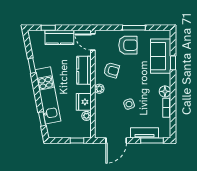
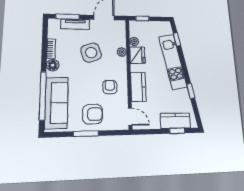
kitchen counter: (59, 37) -> (175, 121), moved
armchair: (128, 45) -> (92, 114), turned 180
sofa: (161, 56) -> (56, 103), width x1.36
window: (173, 63) -> (43, 96), width x3.17
armchair: (112, 70) -> (110, 87), turned 75
plant: (99, 89) -> (122, 52), moved
side table: (129, 104) -> (91, 53), width x1.87, depth x1.87

